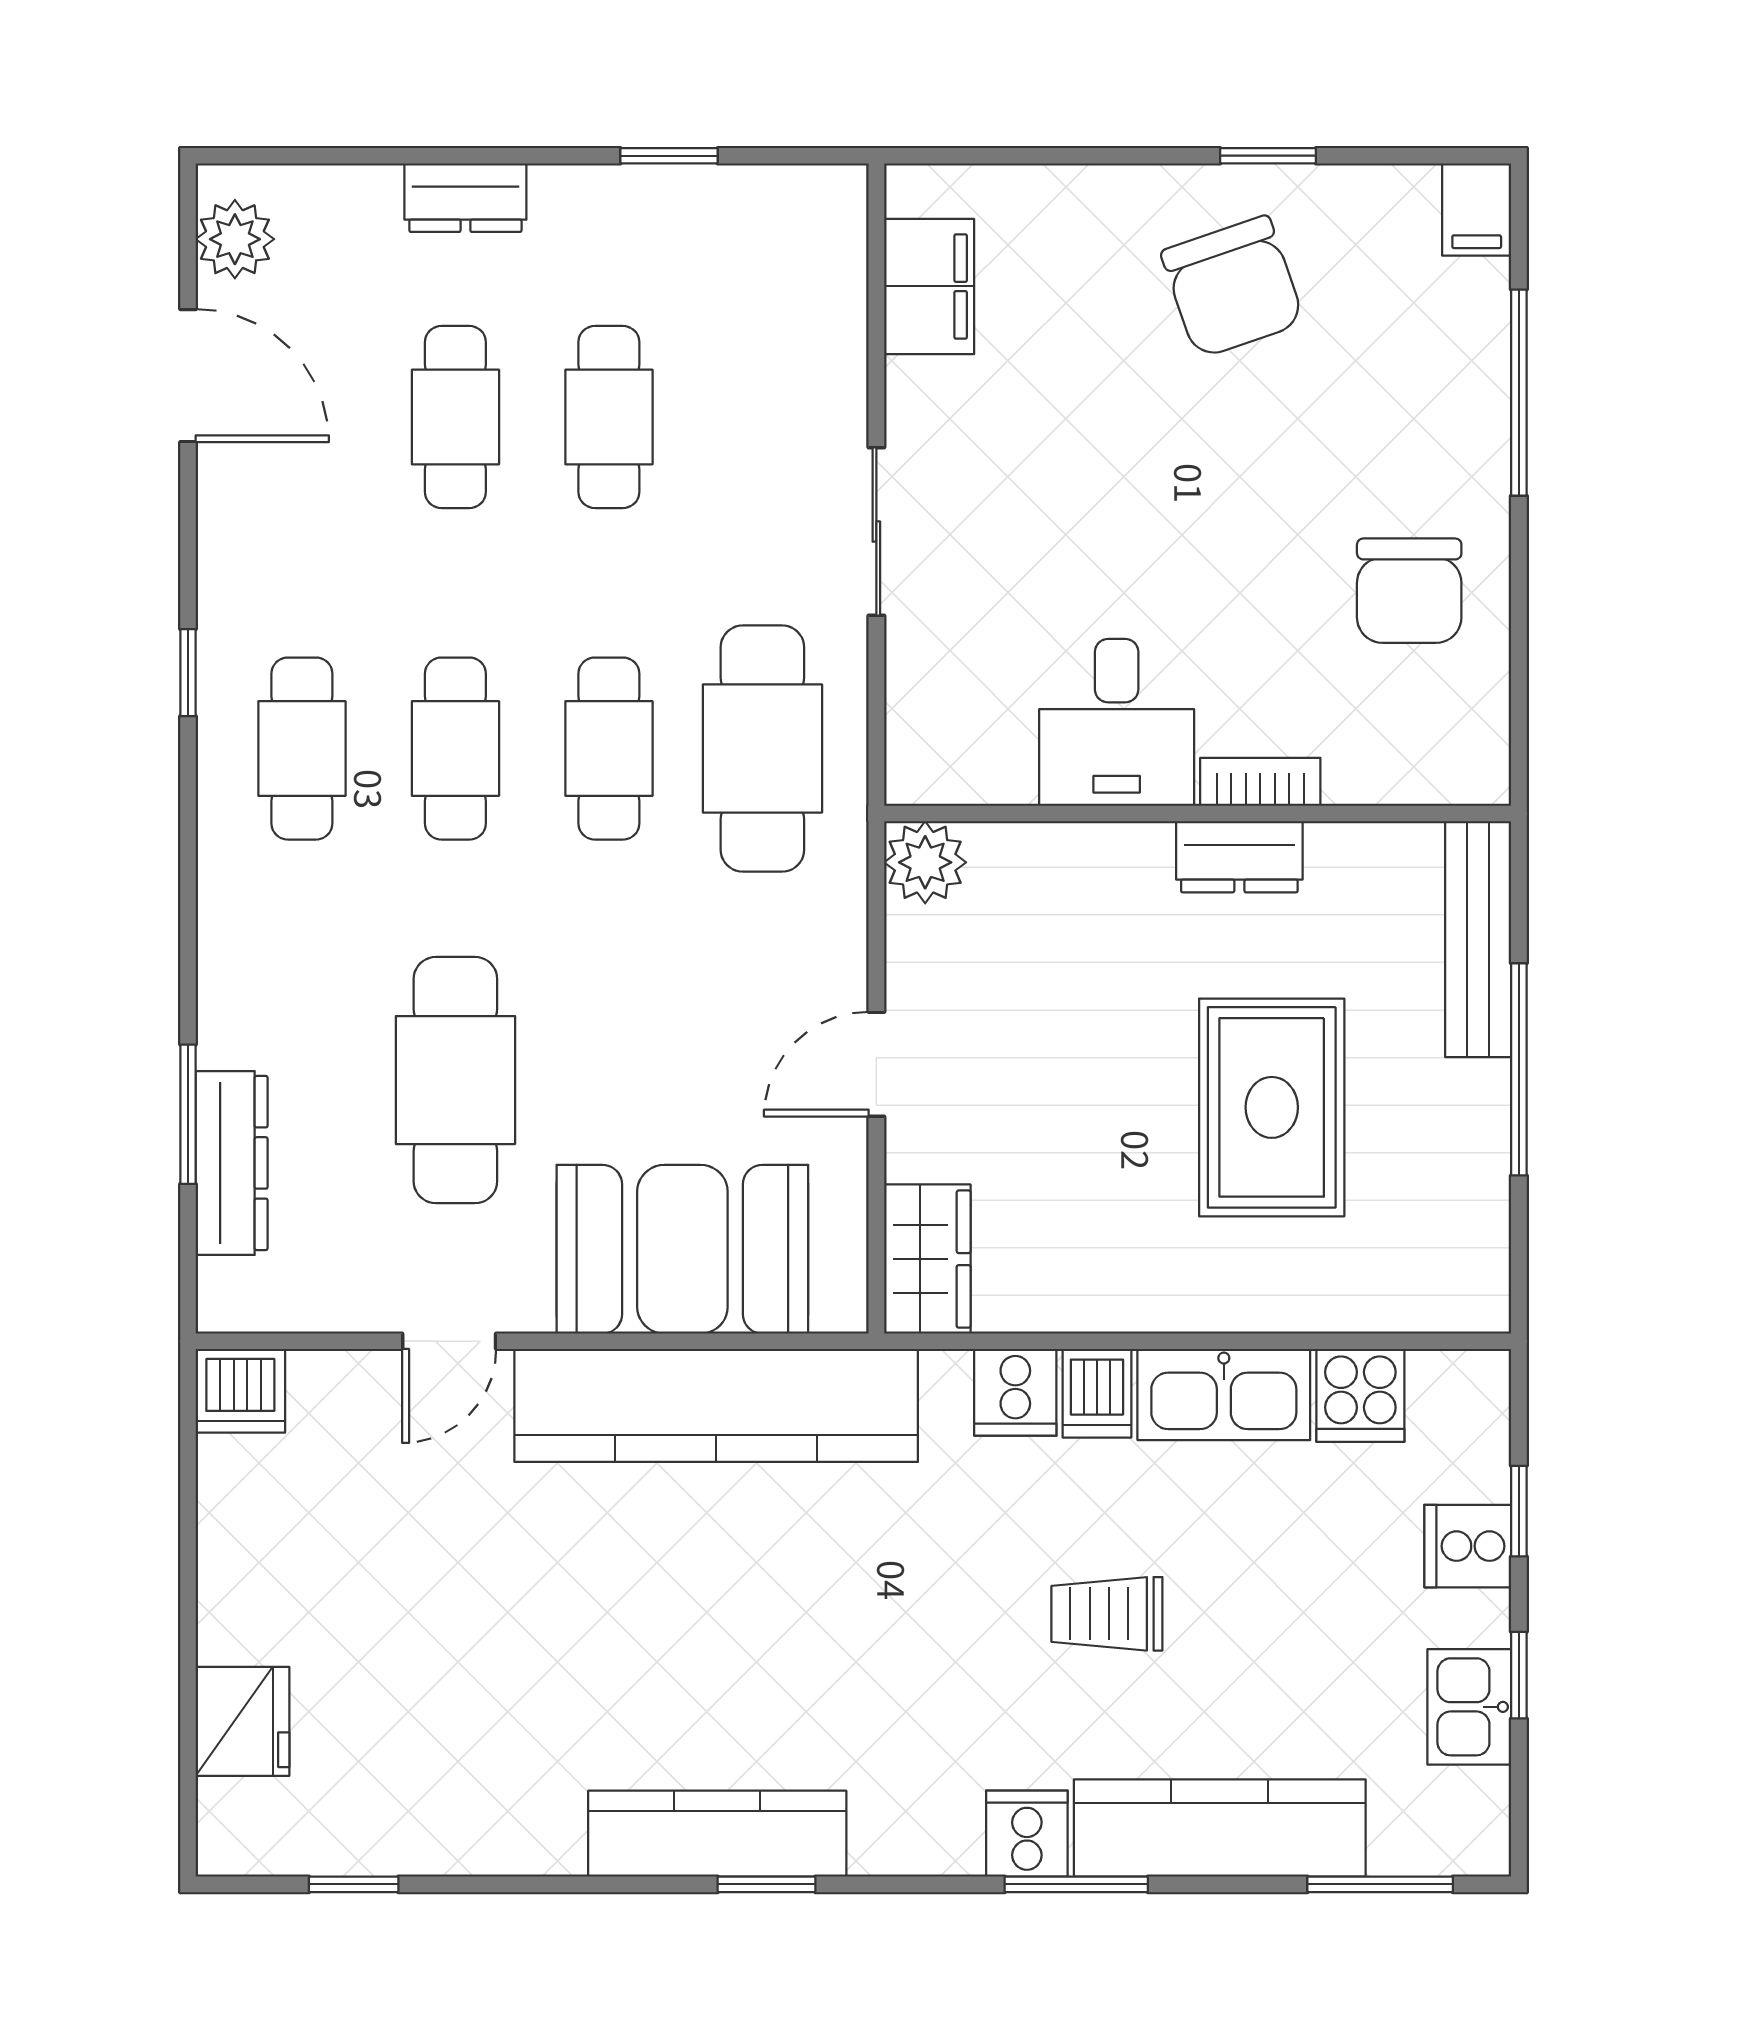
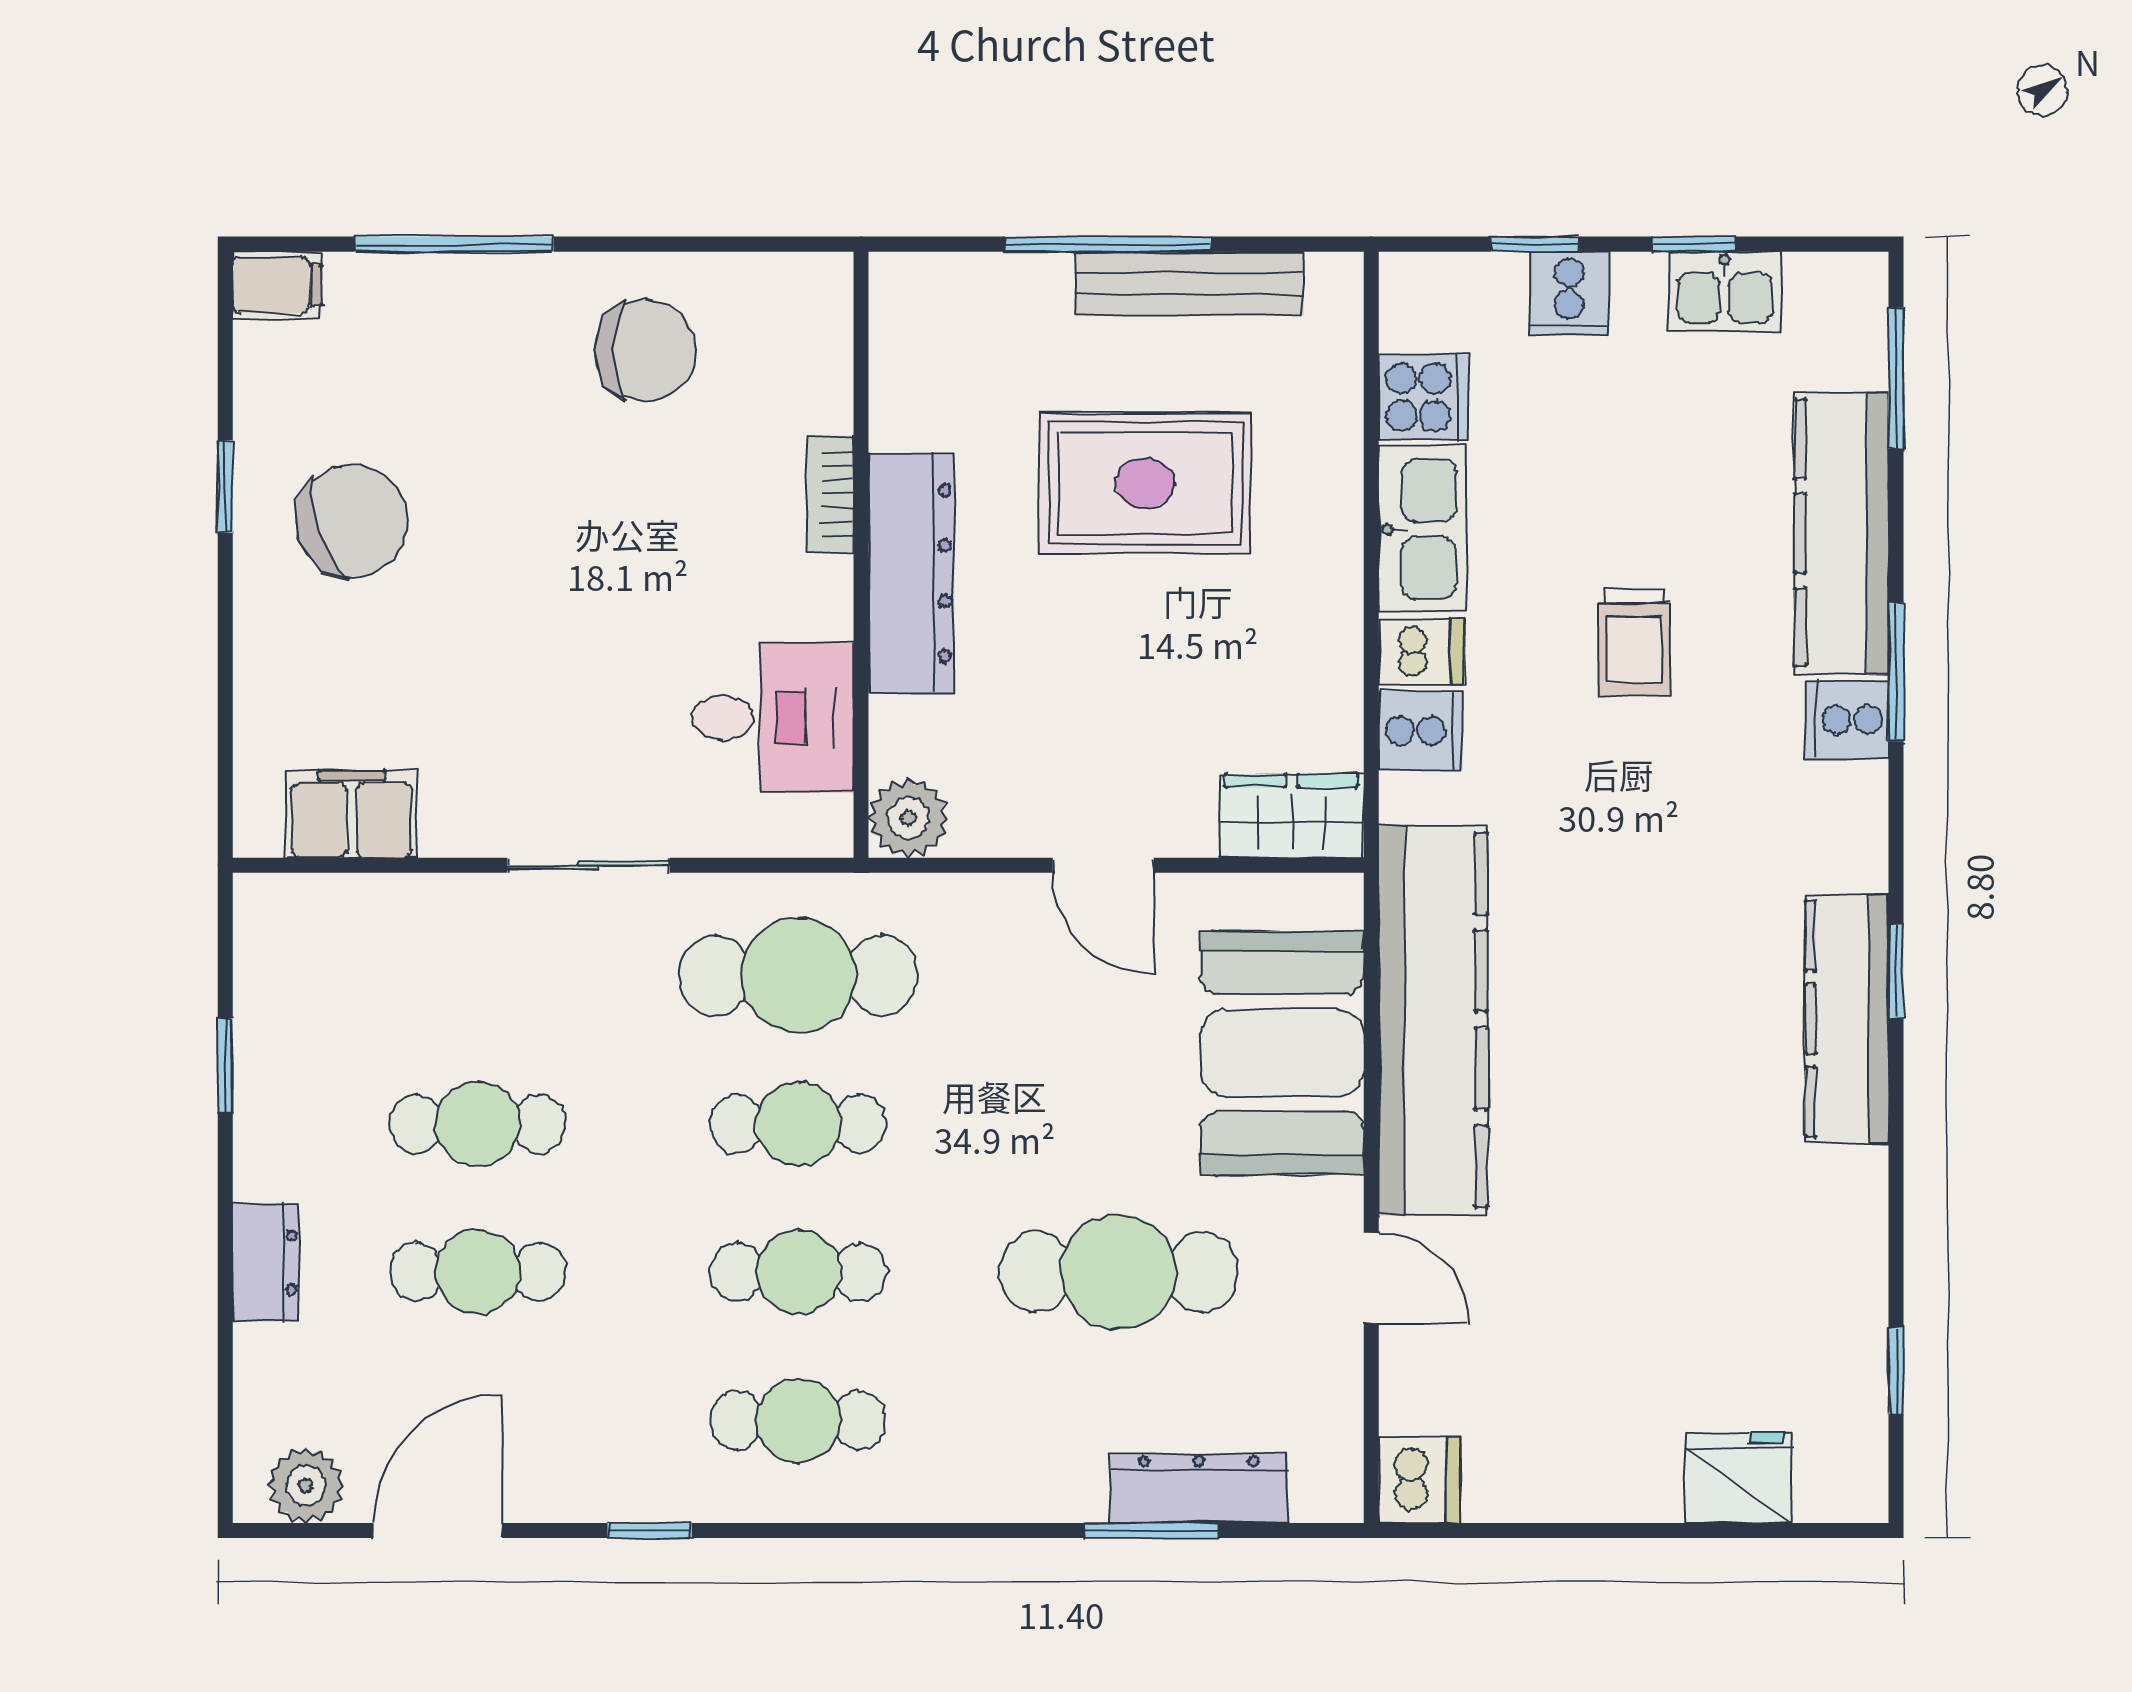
window: (188, 673) -> (650, 1531), moved
desk: (1117, 722) -> (773, 718), moved
dresser: (1239, 857) -> (911, 573), width x1.96, depth x1.24
bench: (1478, 939) -> (1189, 283), moved

